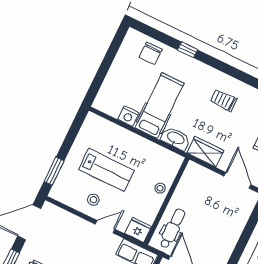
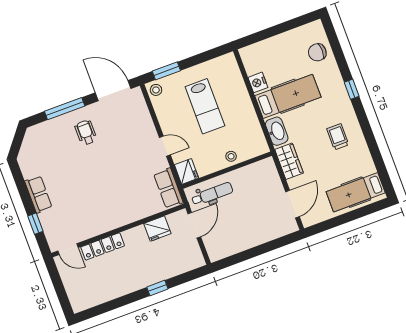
window: (188, 50) -> (352, 89), moved
stool: (93, 200) -> (156, 90), moved

